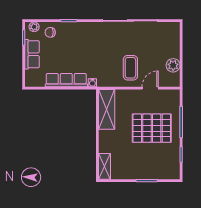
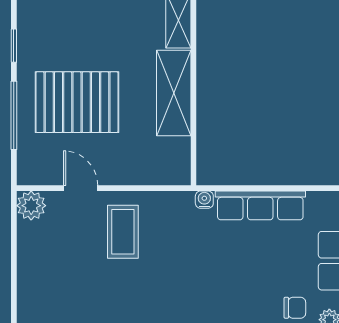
plant: (173, 65) -> (31, 206), moved
door: (150, 88) -> (81, 188), swing flipped
shelving: (107, 109) -> (174, 93), moved

